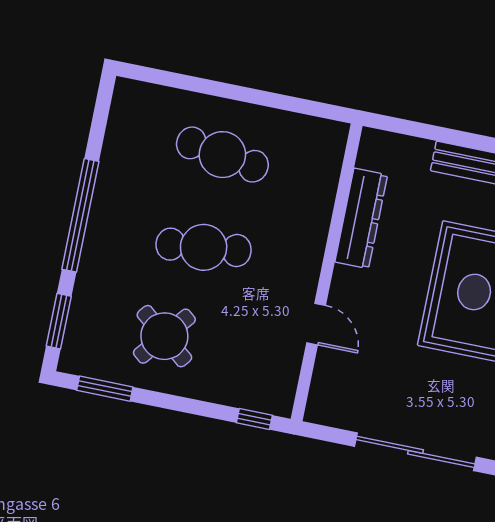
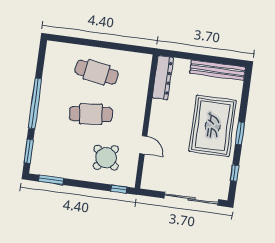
dresser: (361, 218) -> (163, 78), moved
round table: (164, 336) -> (106, 158), moved

